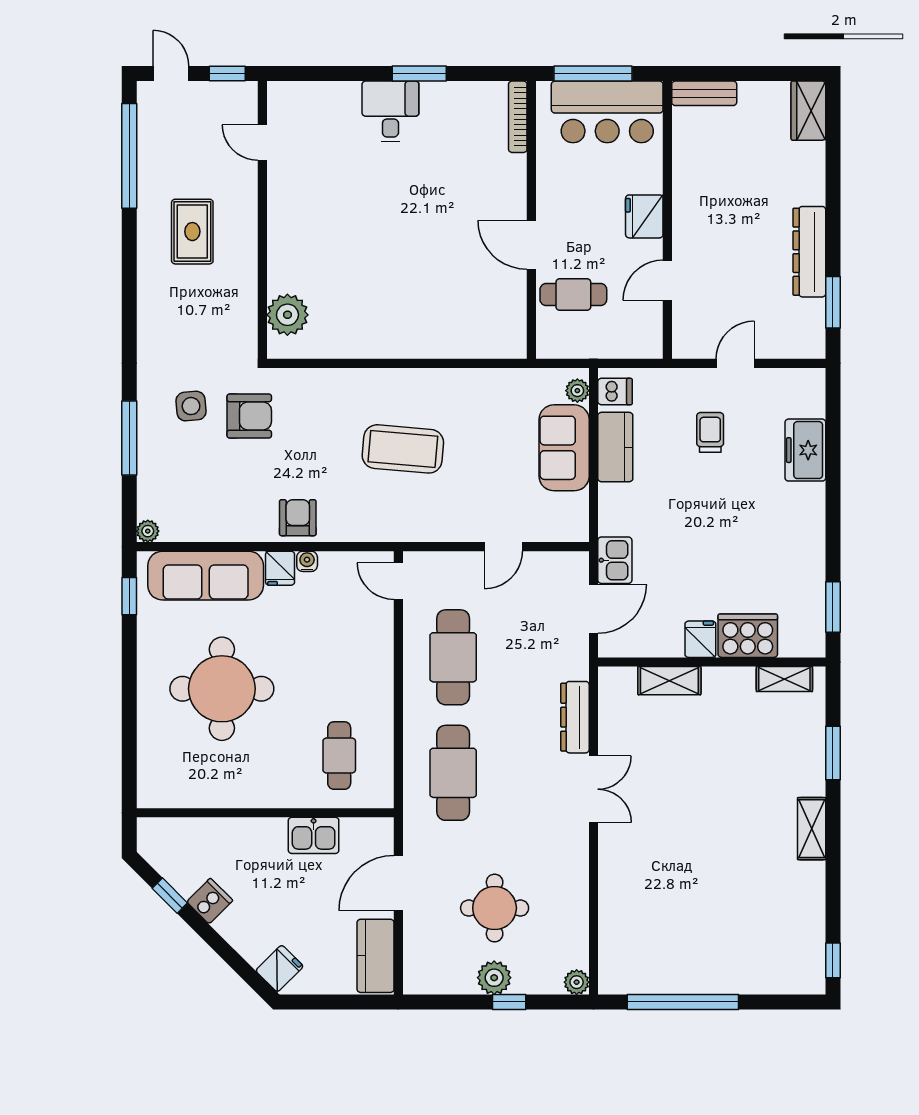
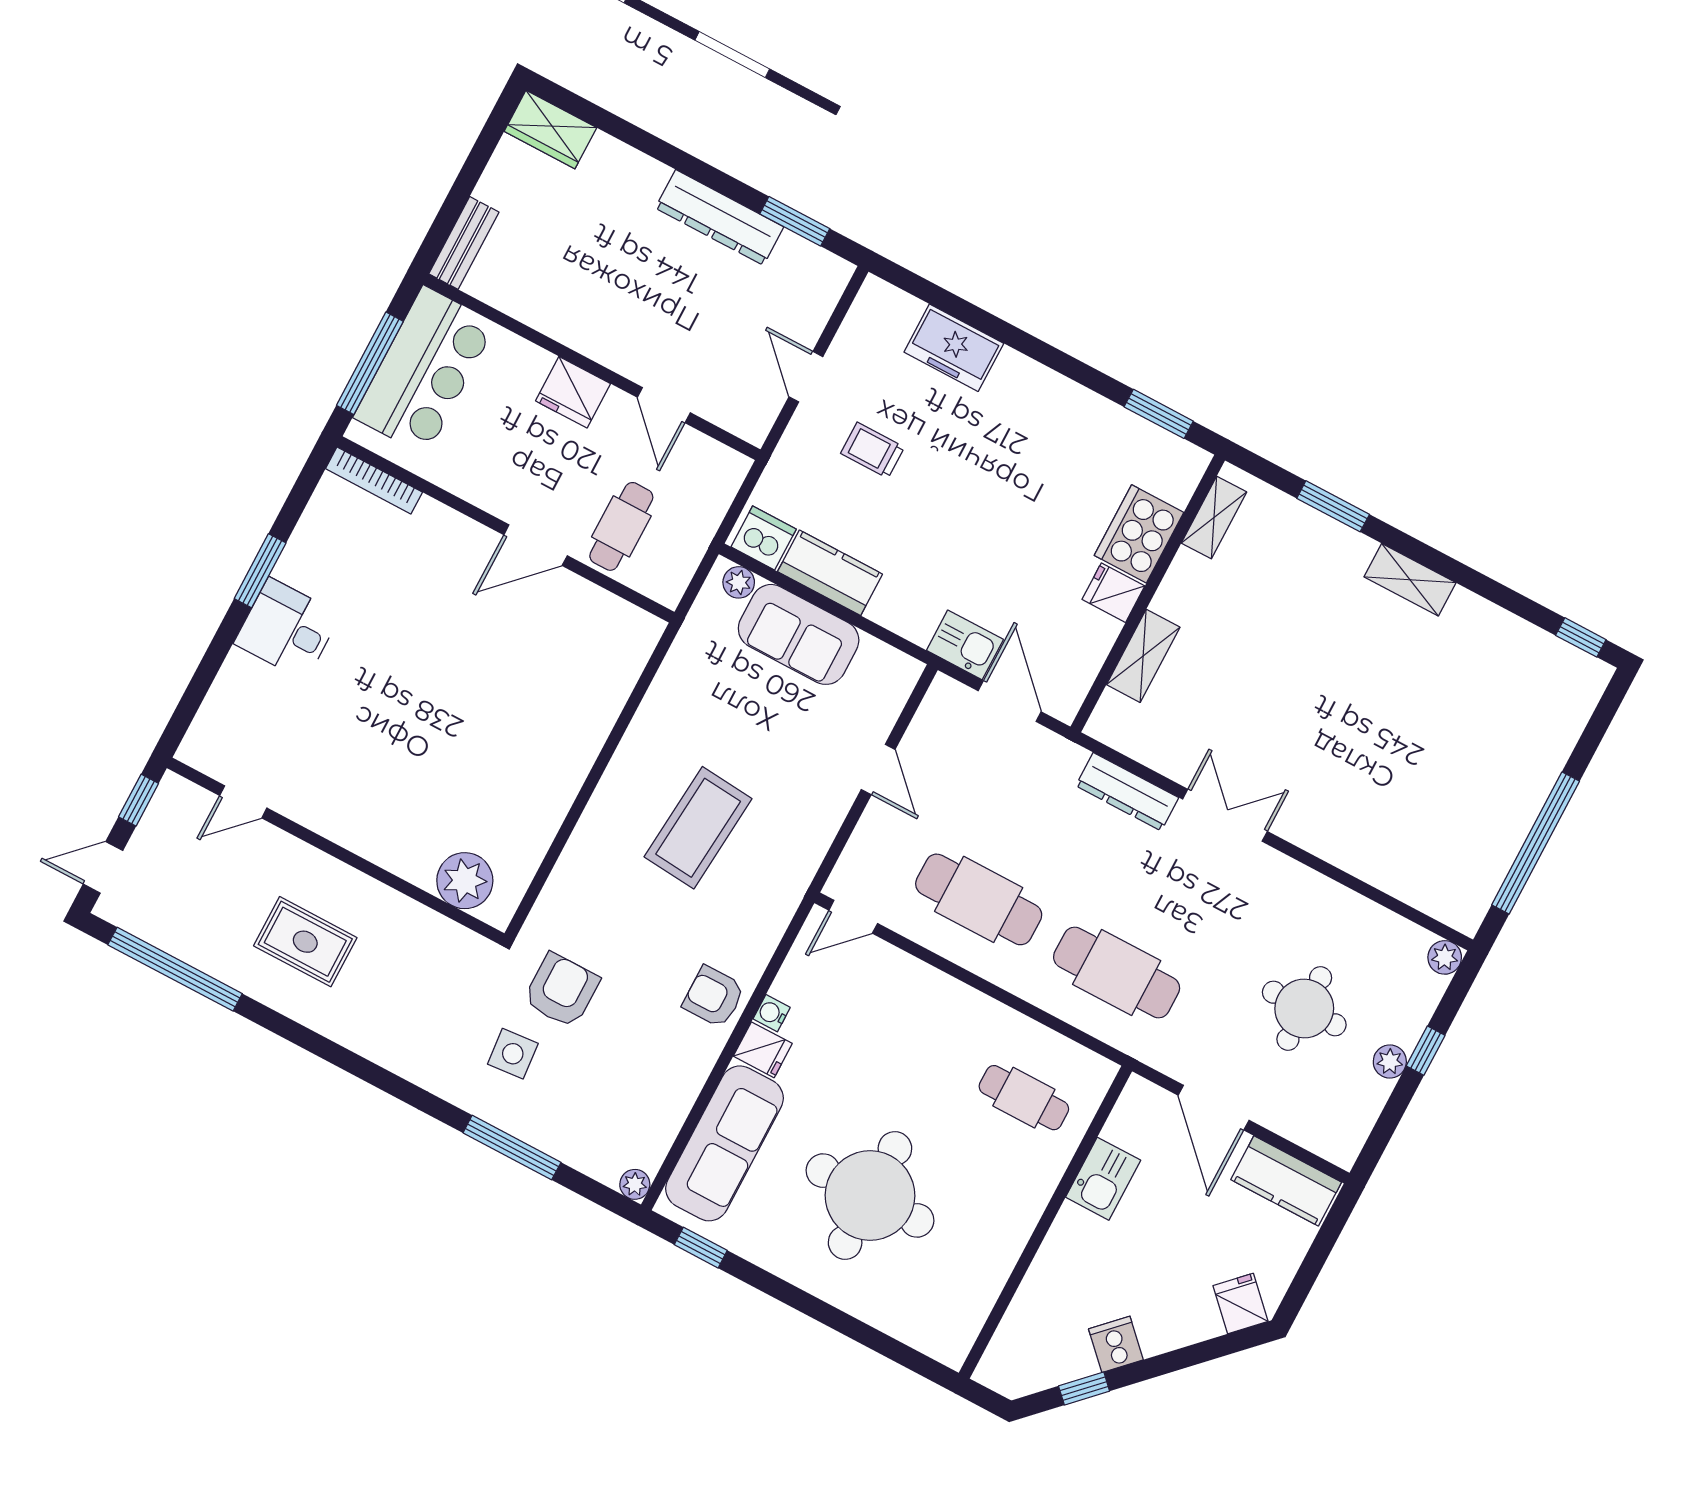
dishwasher: (615, 392) -> (764, 538), width x1.38
plant: (494, 978) -> (1390, 1062), width x0.73, depth x0.73

